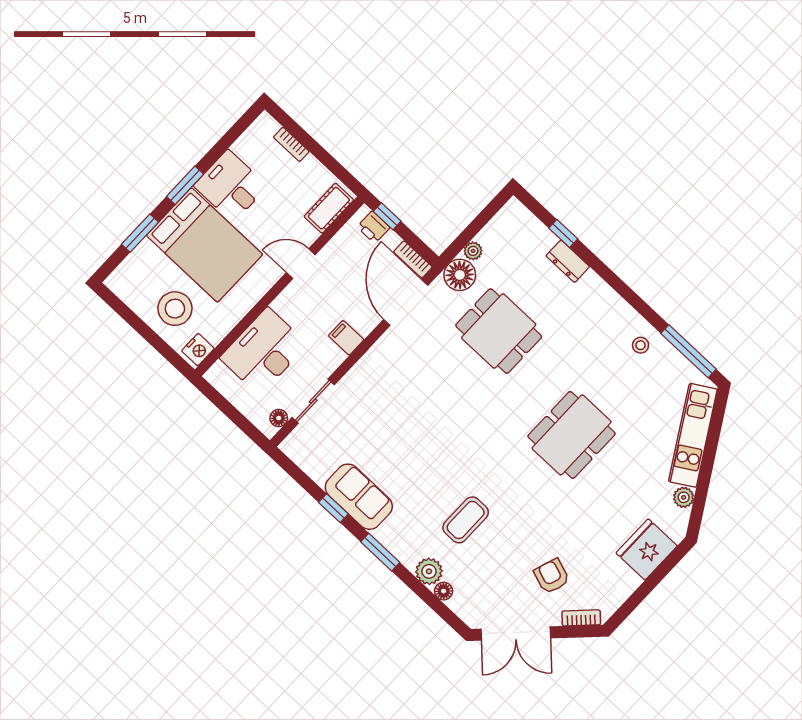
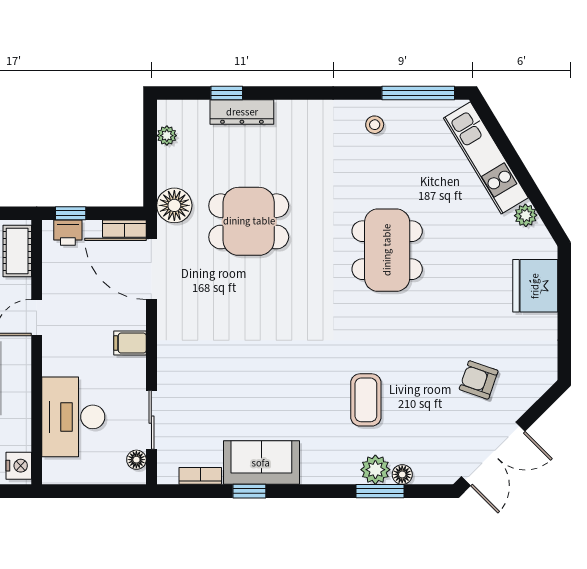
plant: (473, 251) -> (167, 136), moved
dresser: (568, 261) -> (242, 112), width x1.44
window: (380, 552) -> (380, 491), moved
bookcase: (581, 618) -> (200, 476), moved, turned 45

